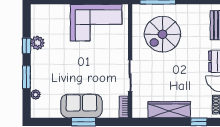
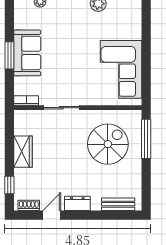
spiral stairs: (162, 34) -> (108, 144), turned 90
wardrobe: (169, 110) -> (23, 152), width x0.67

